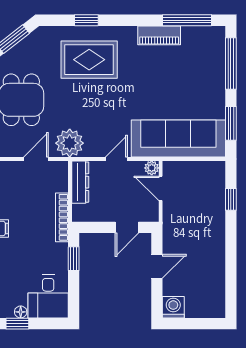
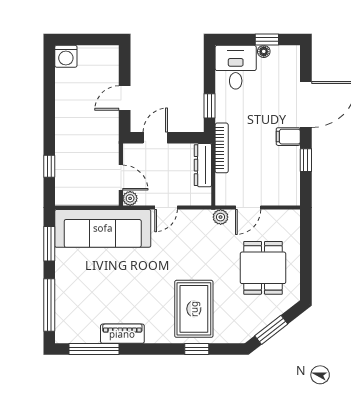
rug: (89, 60) -> (194, 309), turned 90
plant: (70, 143) -> (221, 217), width x0.53, depth x0.53
dresser: (80, 182) -> (203, 165), moved
washing machine: (173, 307) -> (66, 56), moved

